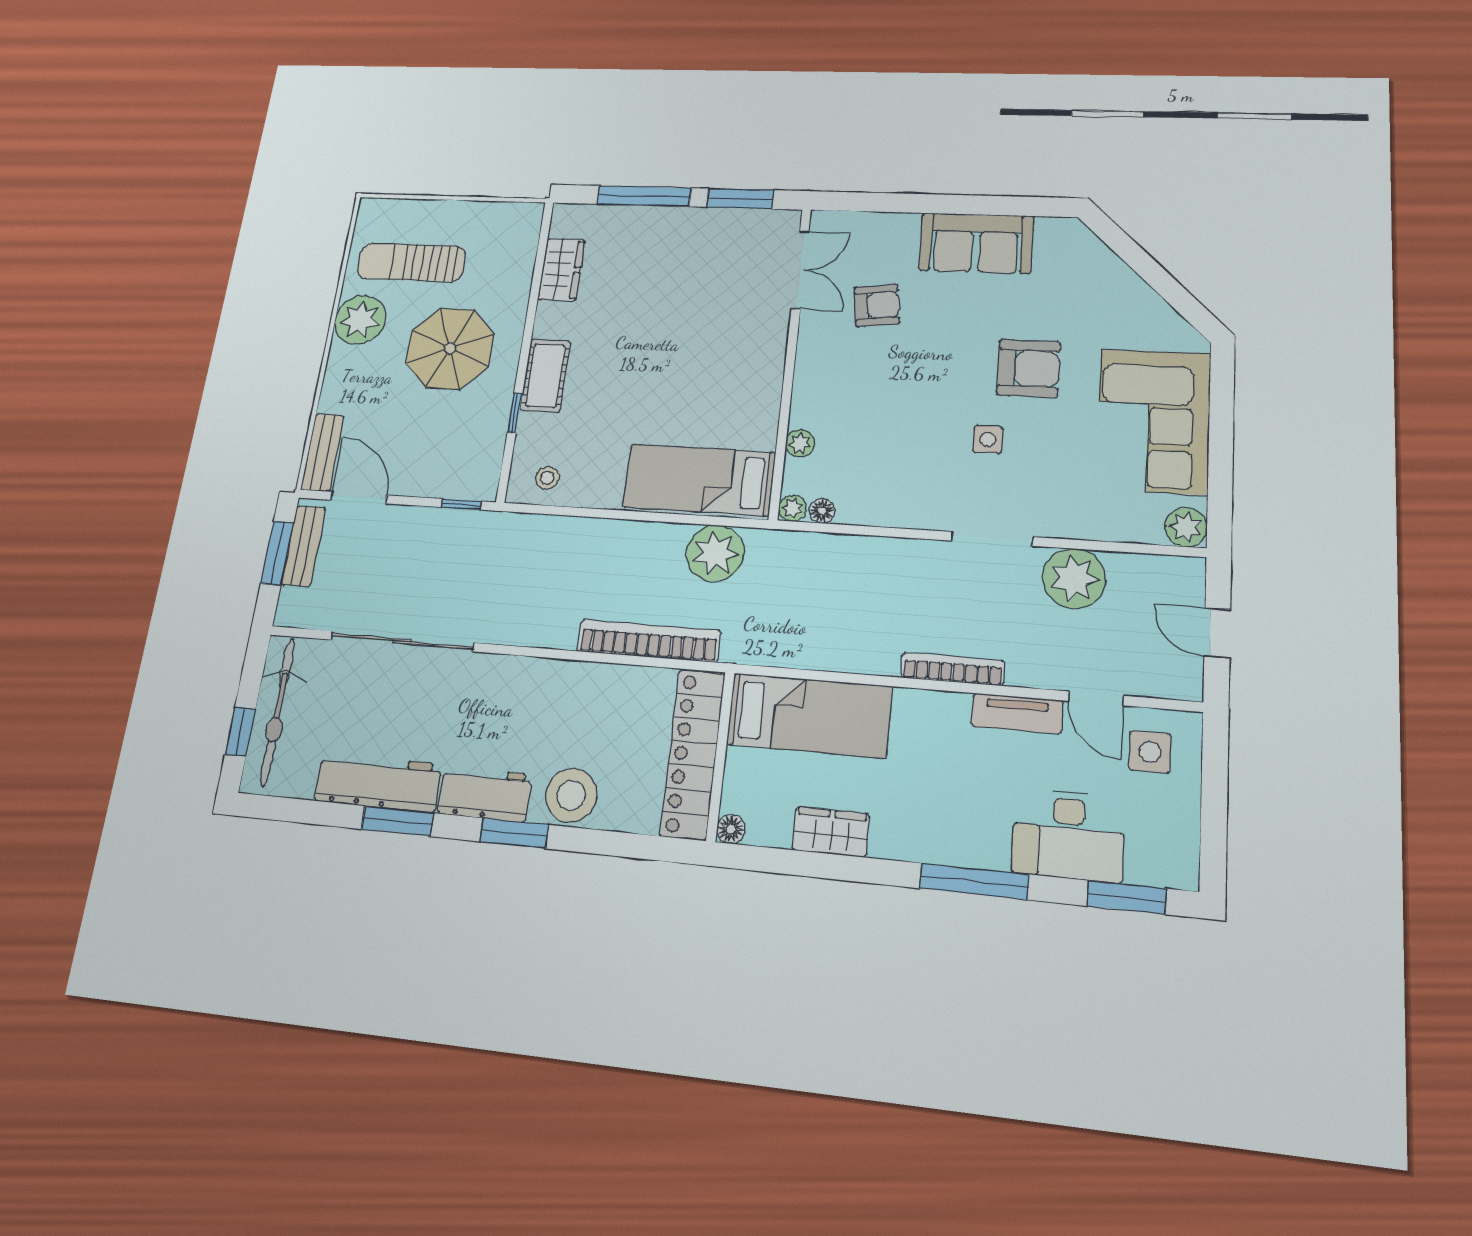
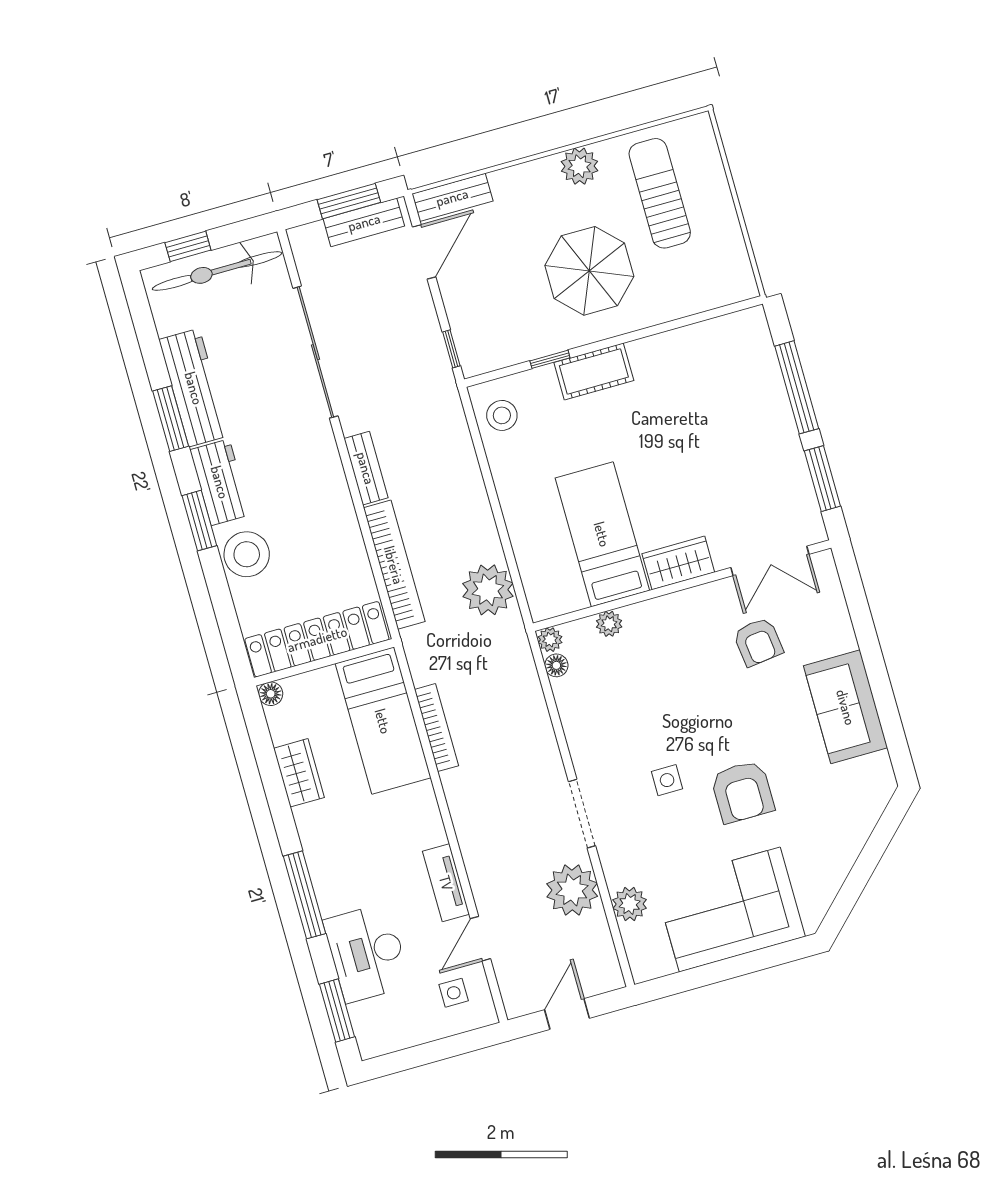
wardrobe: (561, 269) -> (678, 563), moved, turned 180
plant: (360, 320) -> (579, 166), width x0.73, depth x0.73
stool: (547, 478) -> (502, 415), width x1.37, depth x1.37
bed: (699, 480) -> (602, 534), moved
plant: (1186, 527) -> (630, 904), moved
bench: (538, 633) -> (366, 468), added
bookcase: (953, 669) -> (436, 728), moved
side table: (1150, 752) -> (454, 993), width x0.73, depth x0.73

